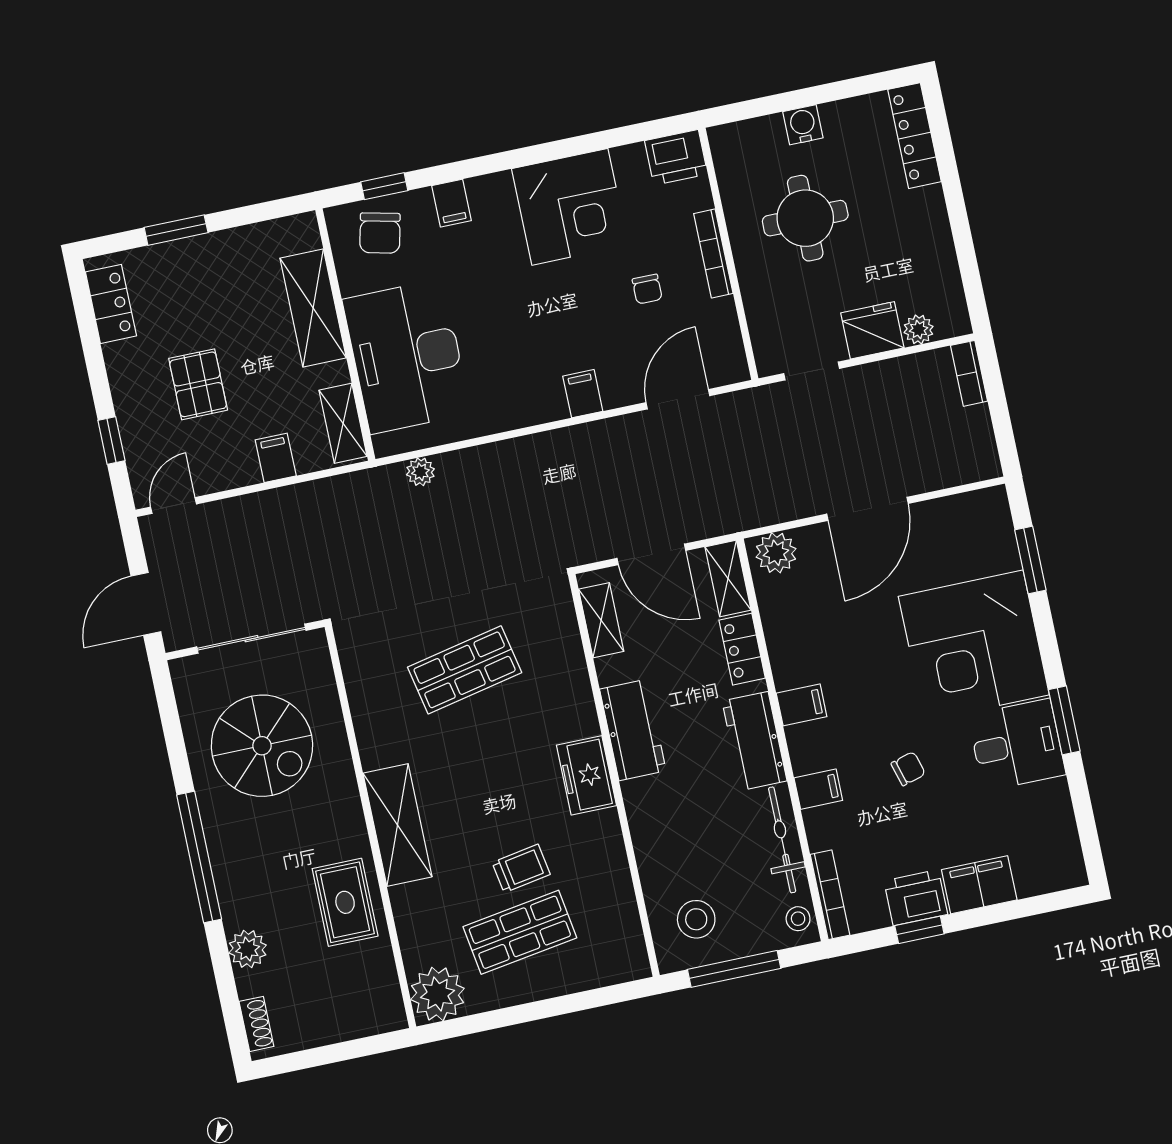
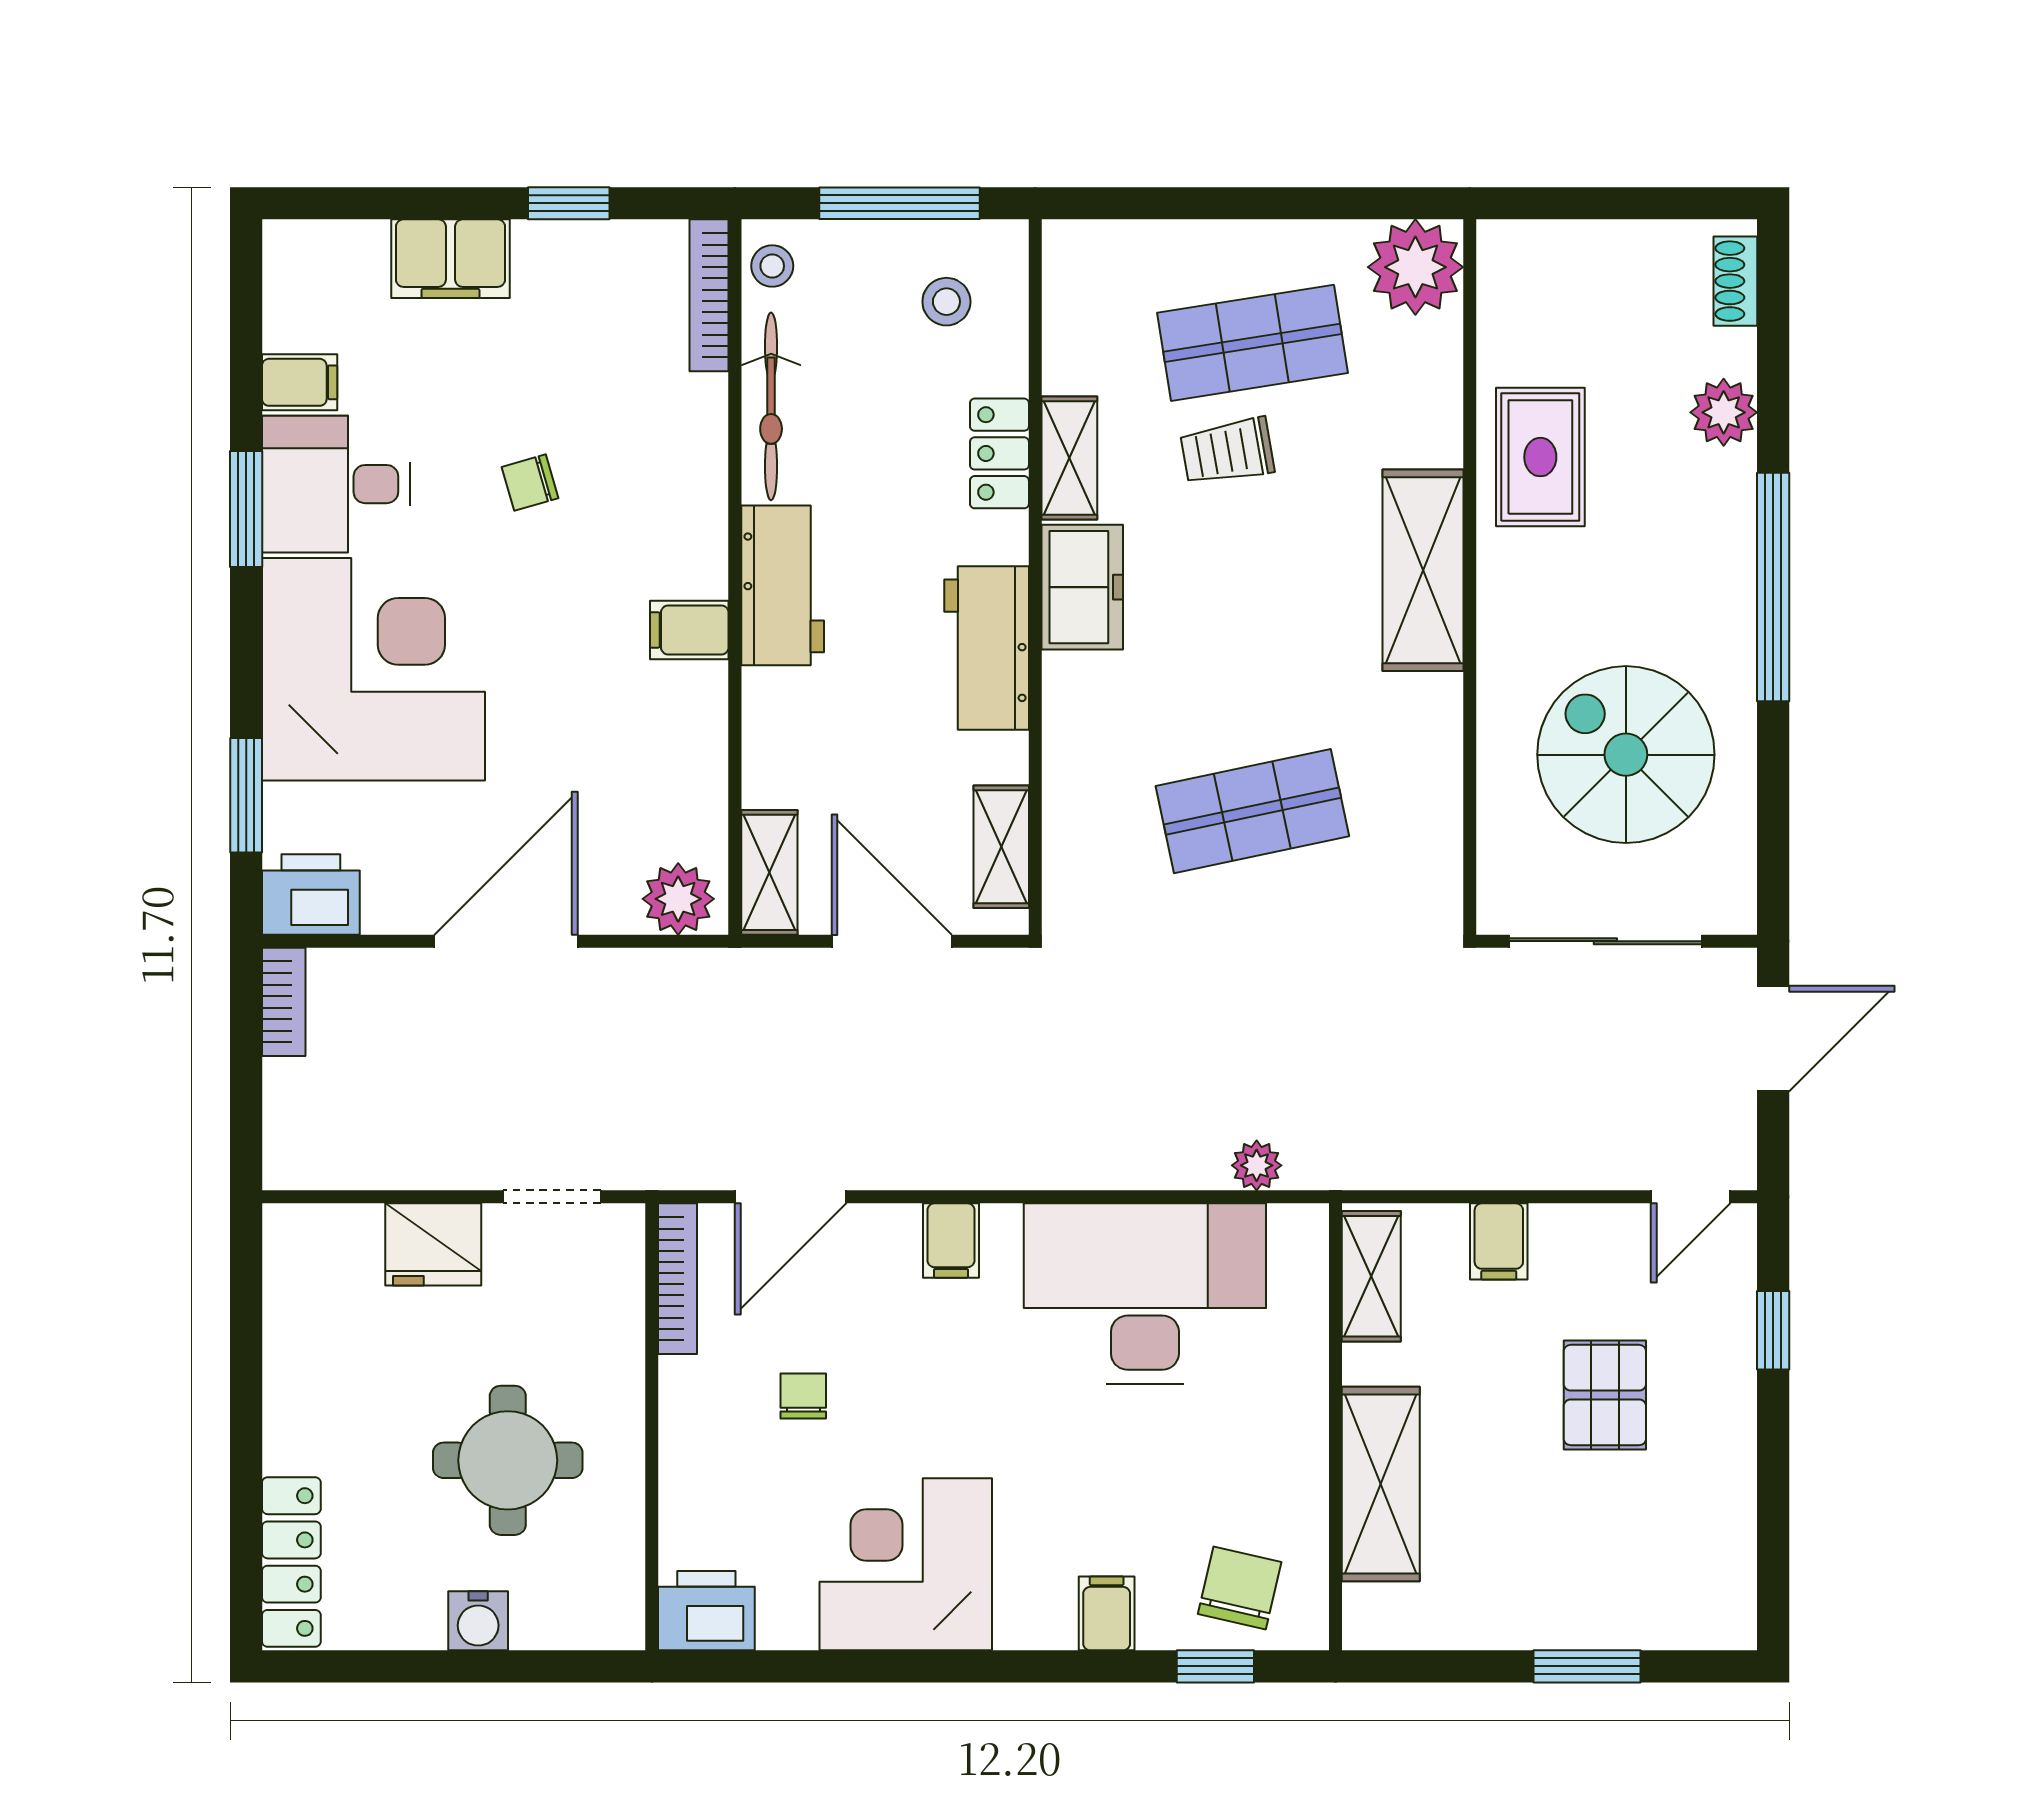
bookcase: (713, 253) -> (678, 1279), moved
locker: (111, 304) -> (1725, 1564), removed
plant: (919, 329) -> (354, 1229), removed
desk: (407, 356) -> (1145, 1294), moved, turned -90
bookcase: (969, 373) -> (284, 1002), moved
locker: (742, 649) -> (999, 453), moved, turned 180
filing cabinet: (818, 789) -> (300, 382), moved, turned 180
shelving: (609, 846) -> (1069, 458), added
printer: (916, 898) -> (311, 895), moved, turned 180
stool: (696, 919) -> (946, 302), width x0.73, depth x0.73

